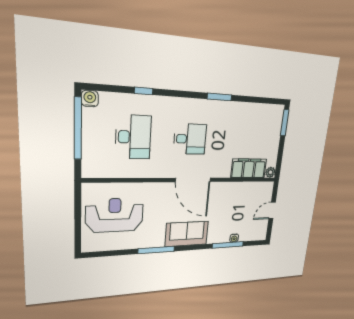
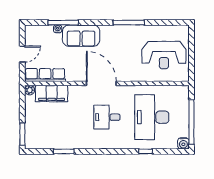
window: (220, 97) -> (64, 151), moved
desk: (133, 137) -> (152, 117), width x1.36, depth x1.30
row of seats: (253, 189) -> (45, 75), added
sofa: (187, 234) -> (81, 36), moved

